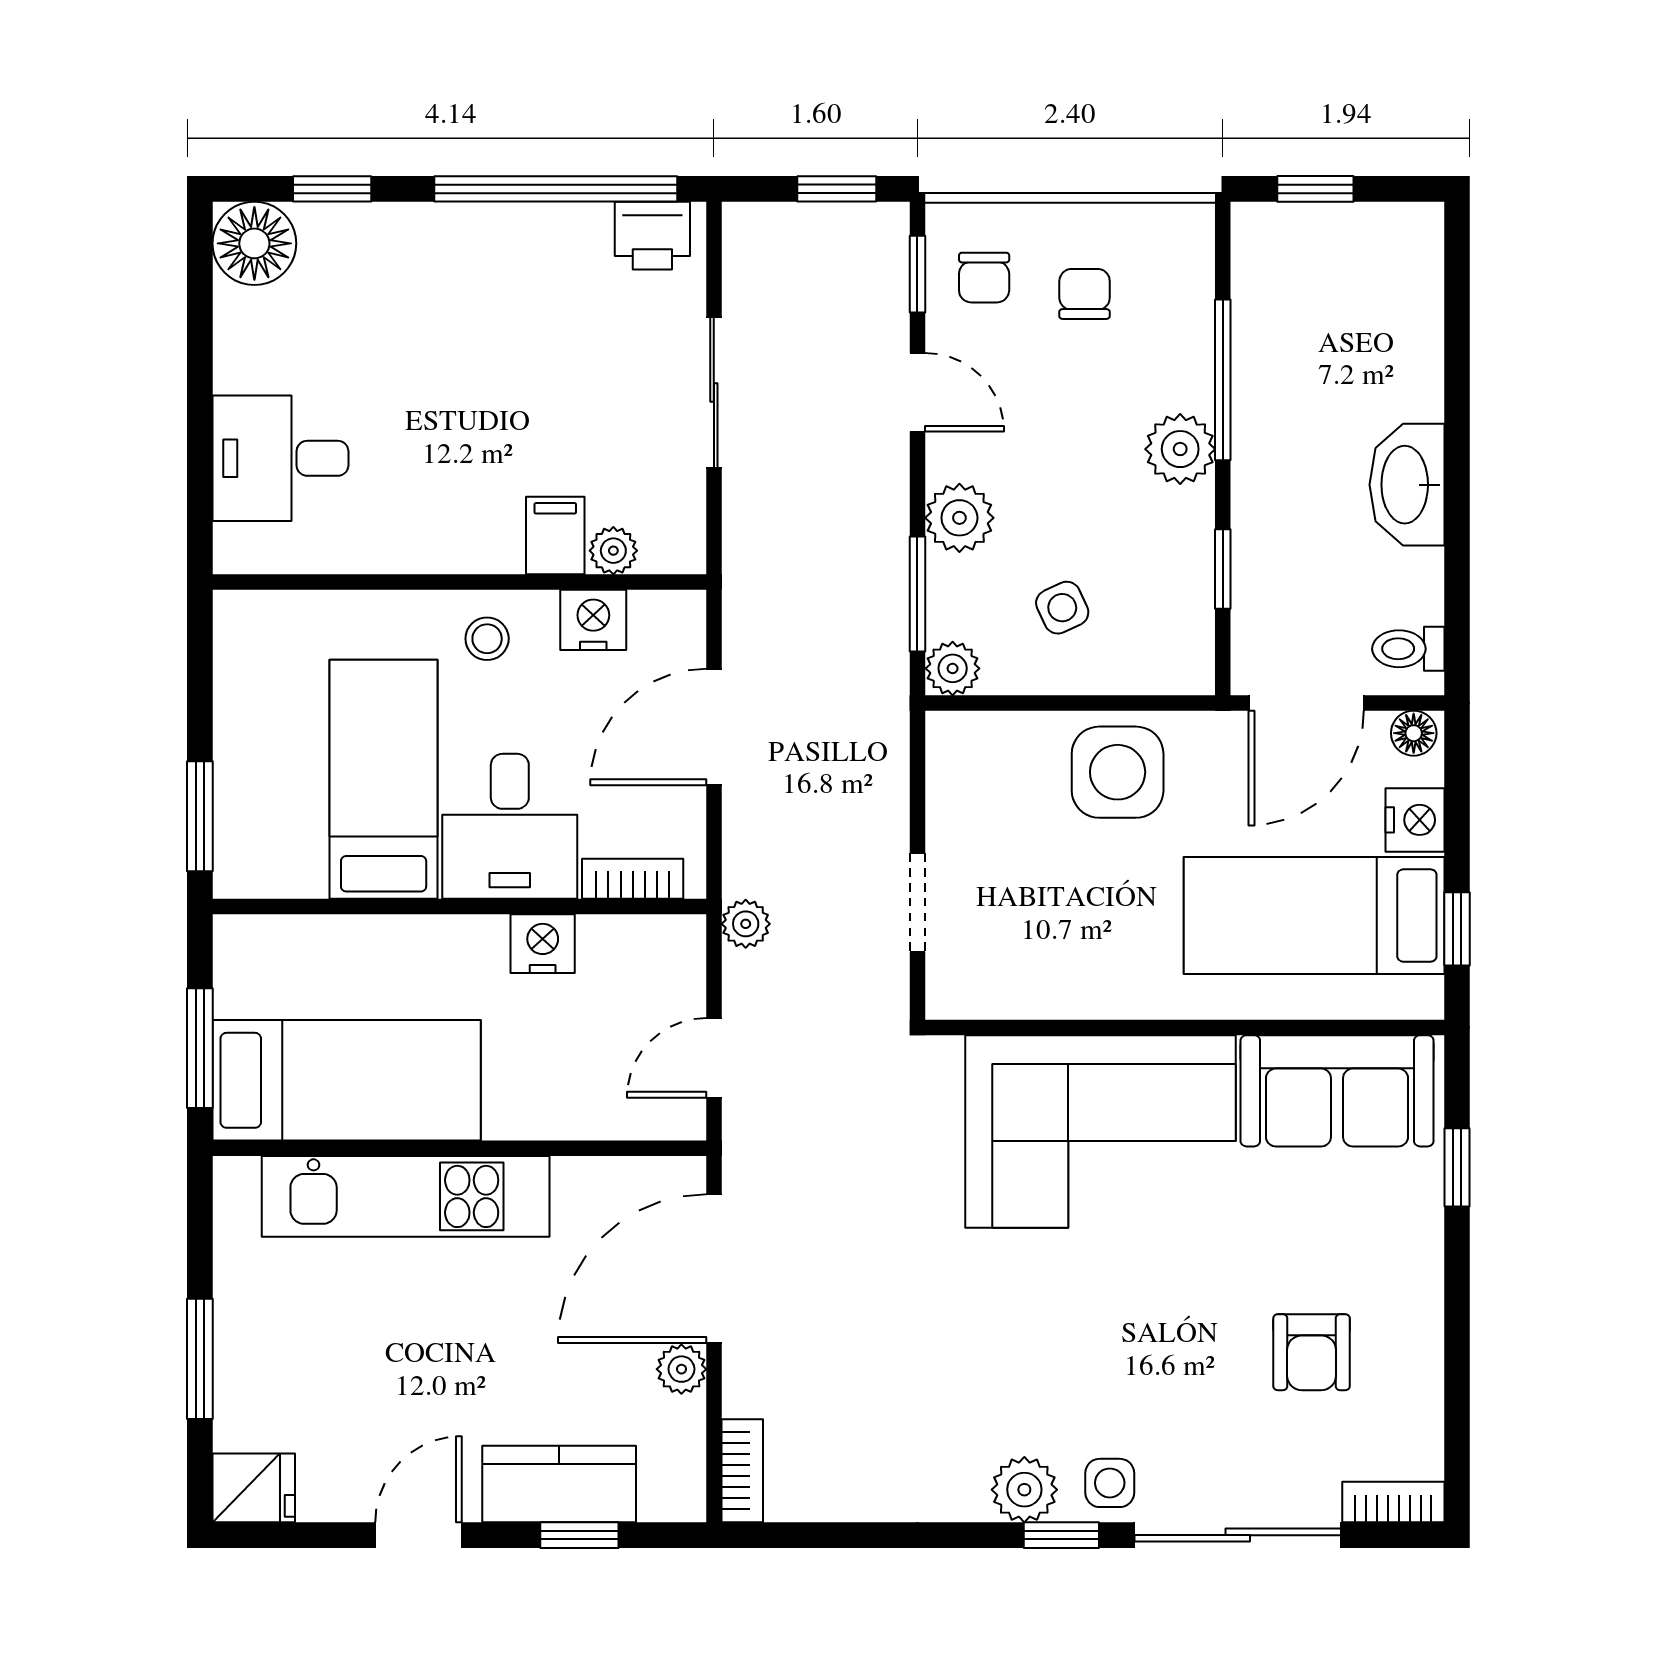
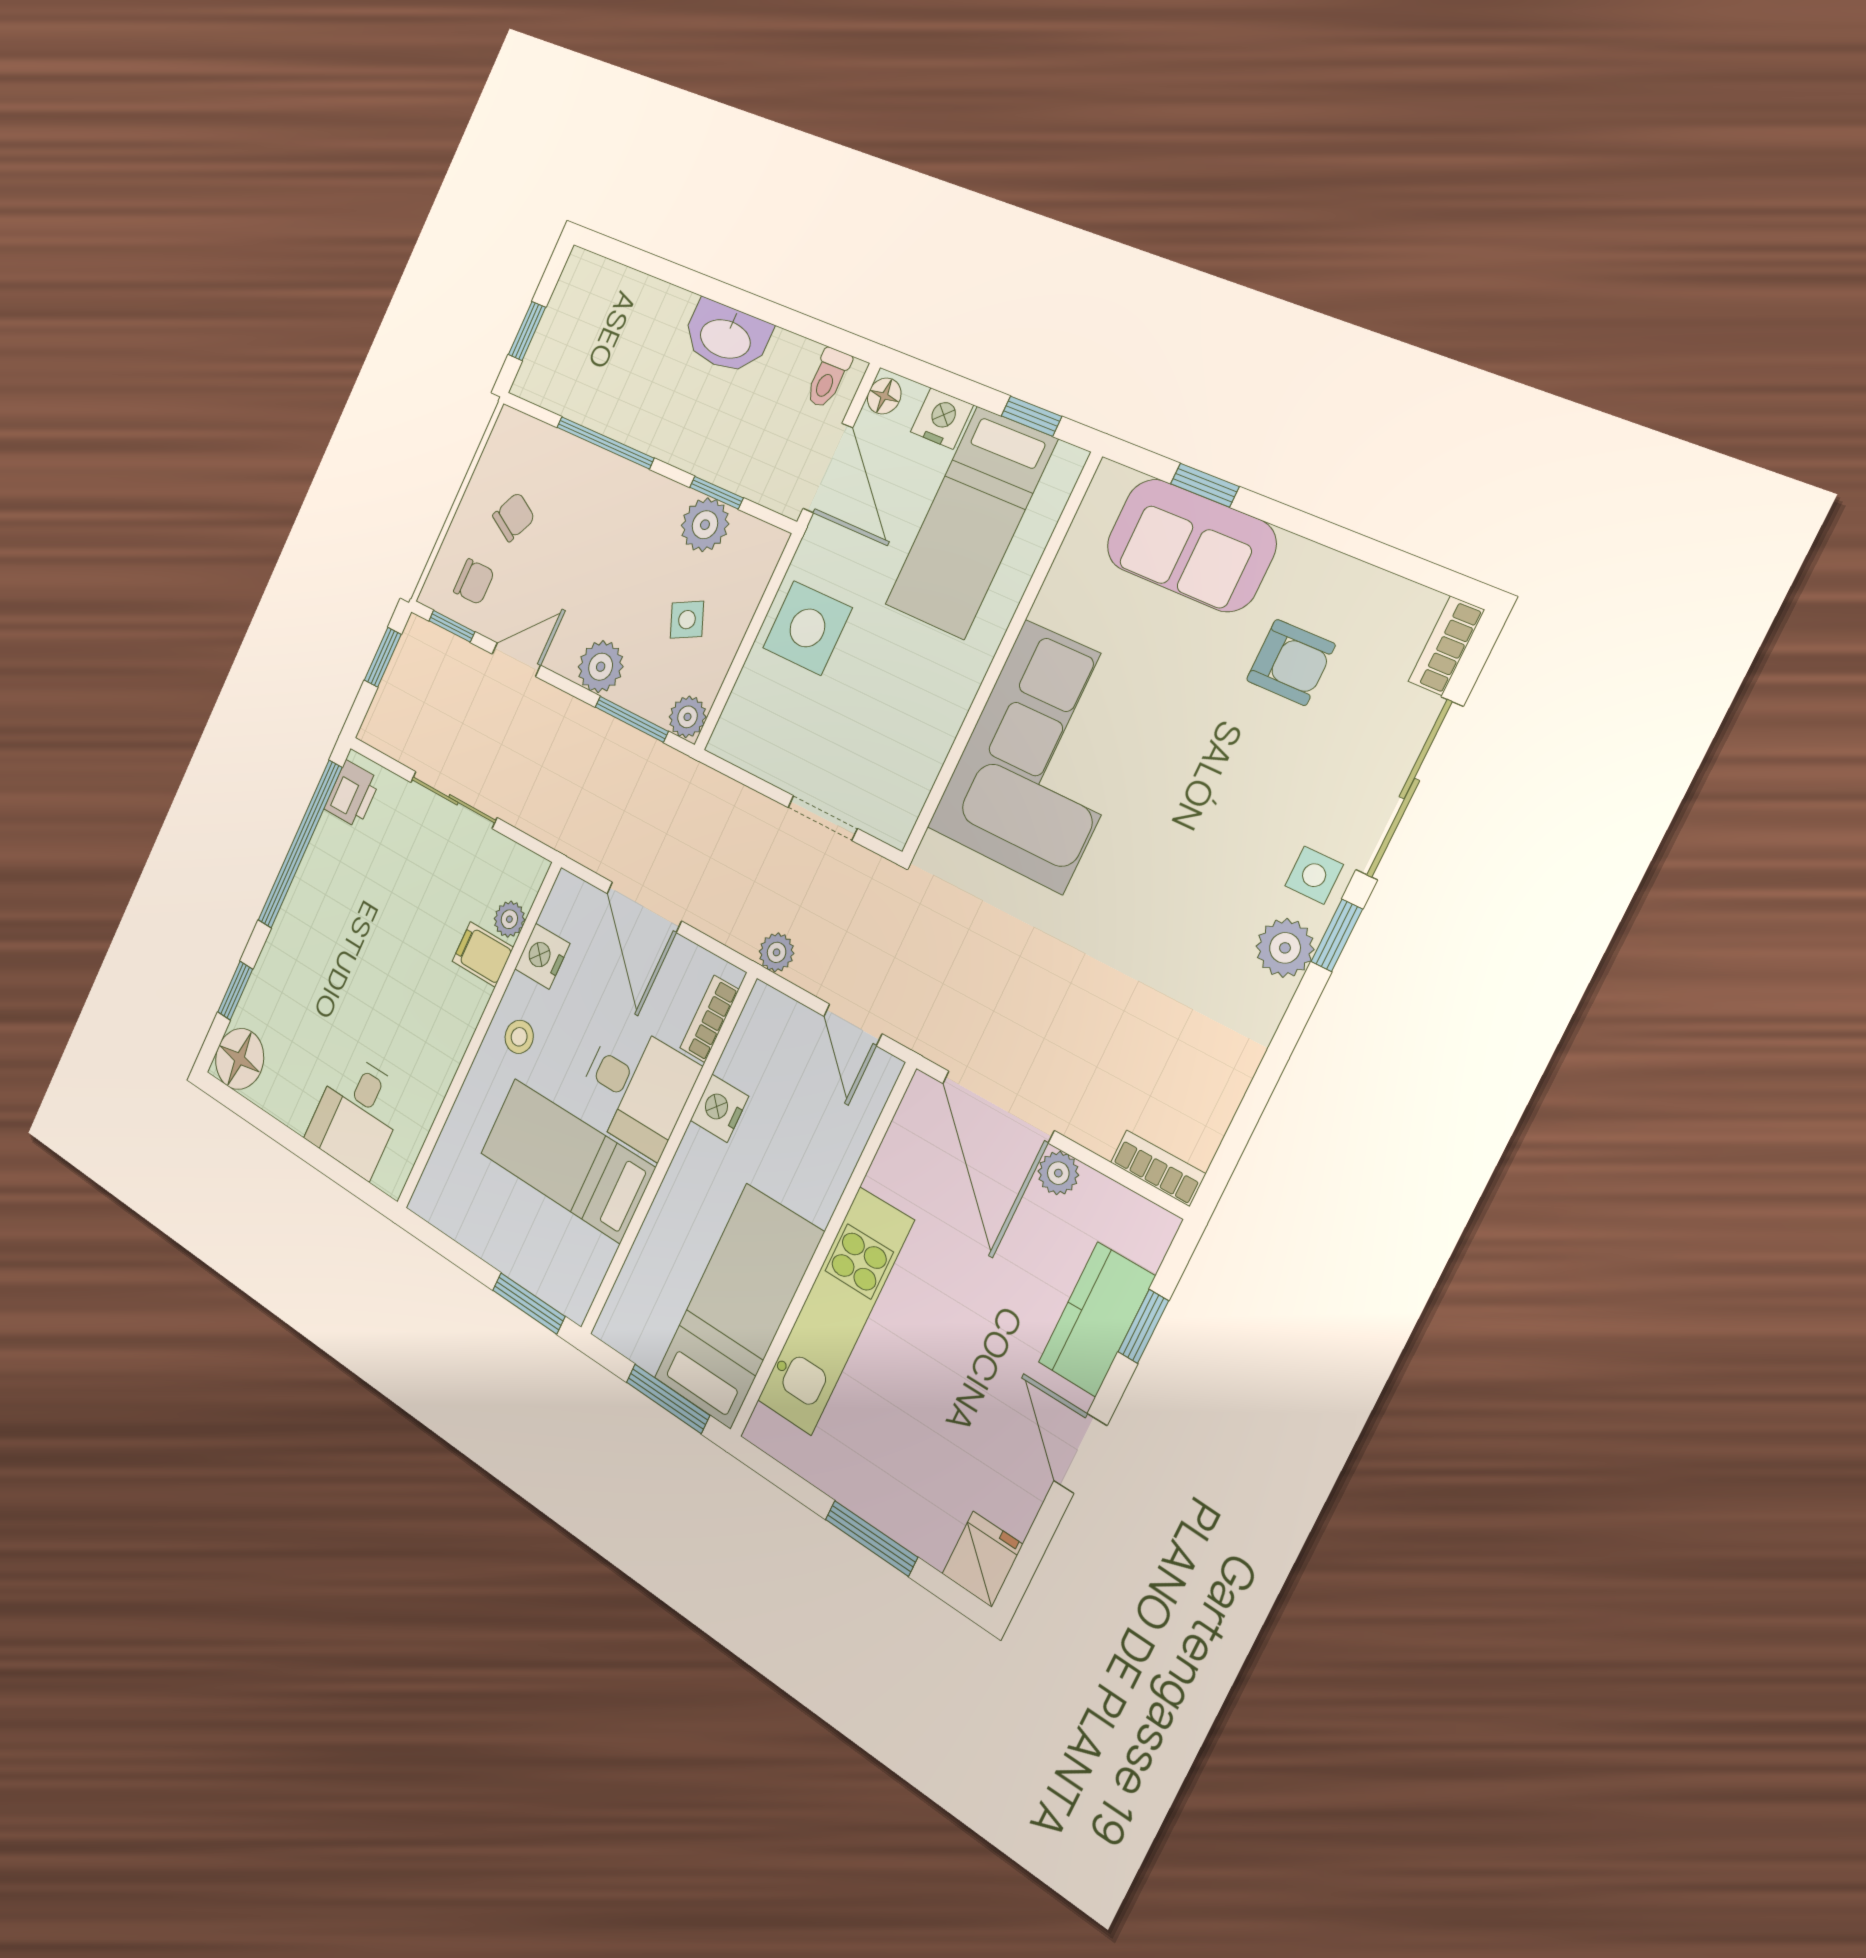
chair: (1085, 294) -> (514, 517), turned 118
plant: (1180, 449) -> (705, 525), moved
sofa: (1337, 1091) -> (1191, 545), moved, turned 90

